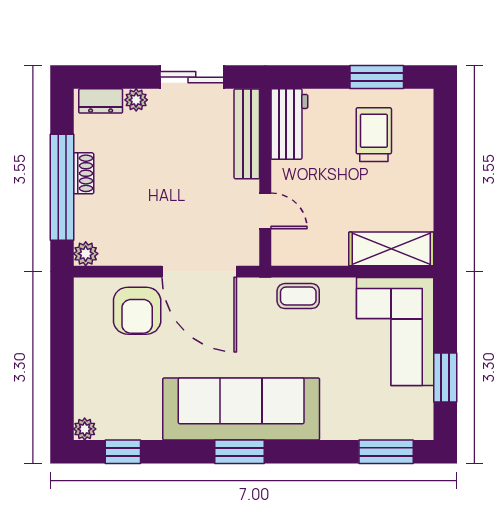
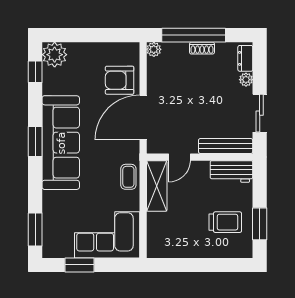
shelving: (391, 249) -> (157, 186), moved
plant: (85, 429) -> (55, 55), width x1.88, depth x1.88

